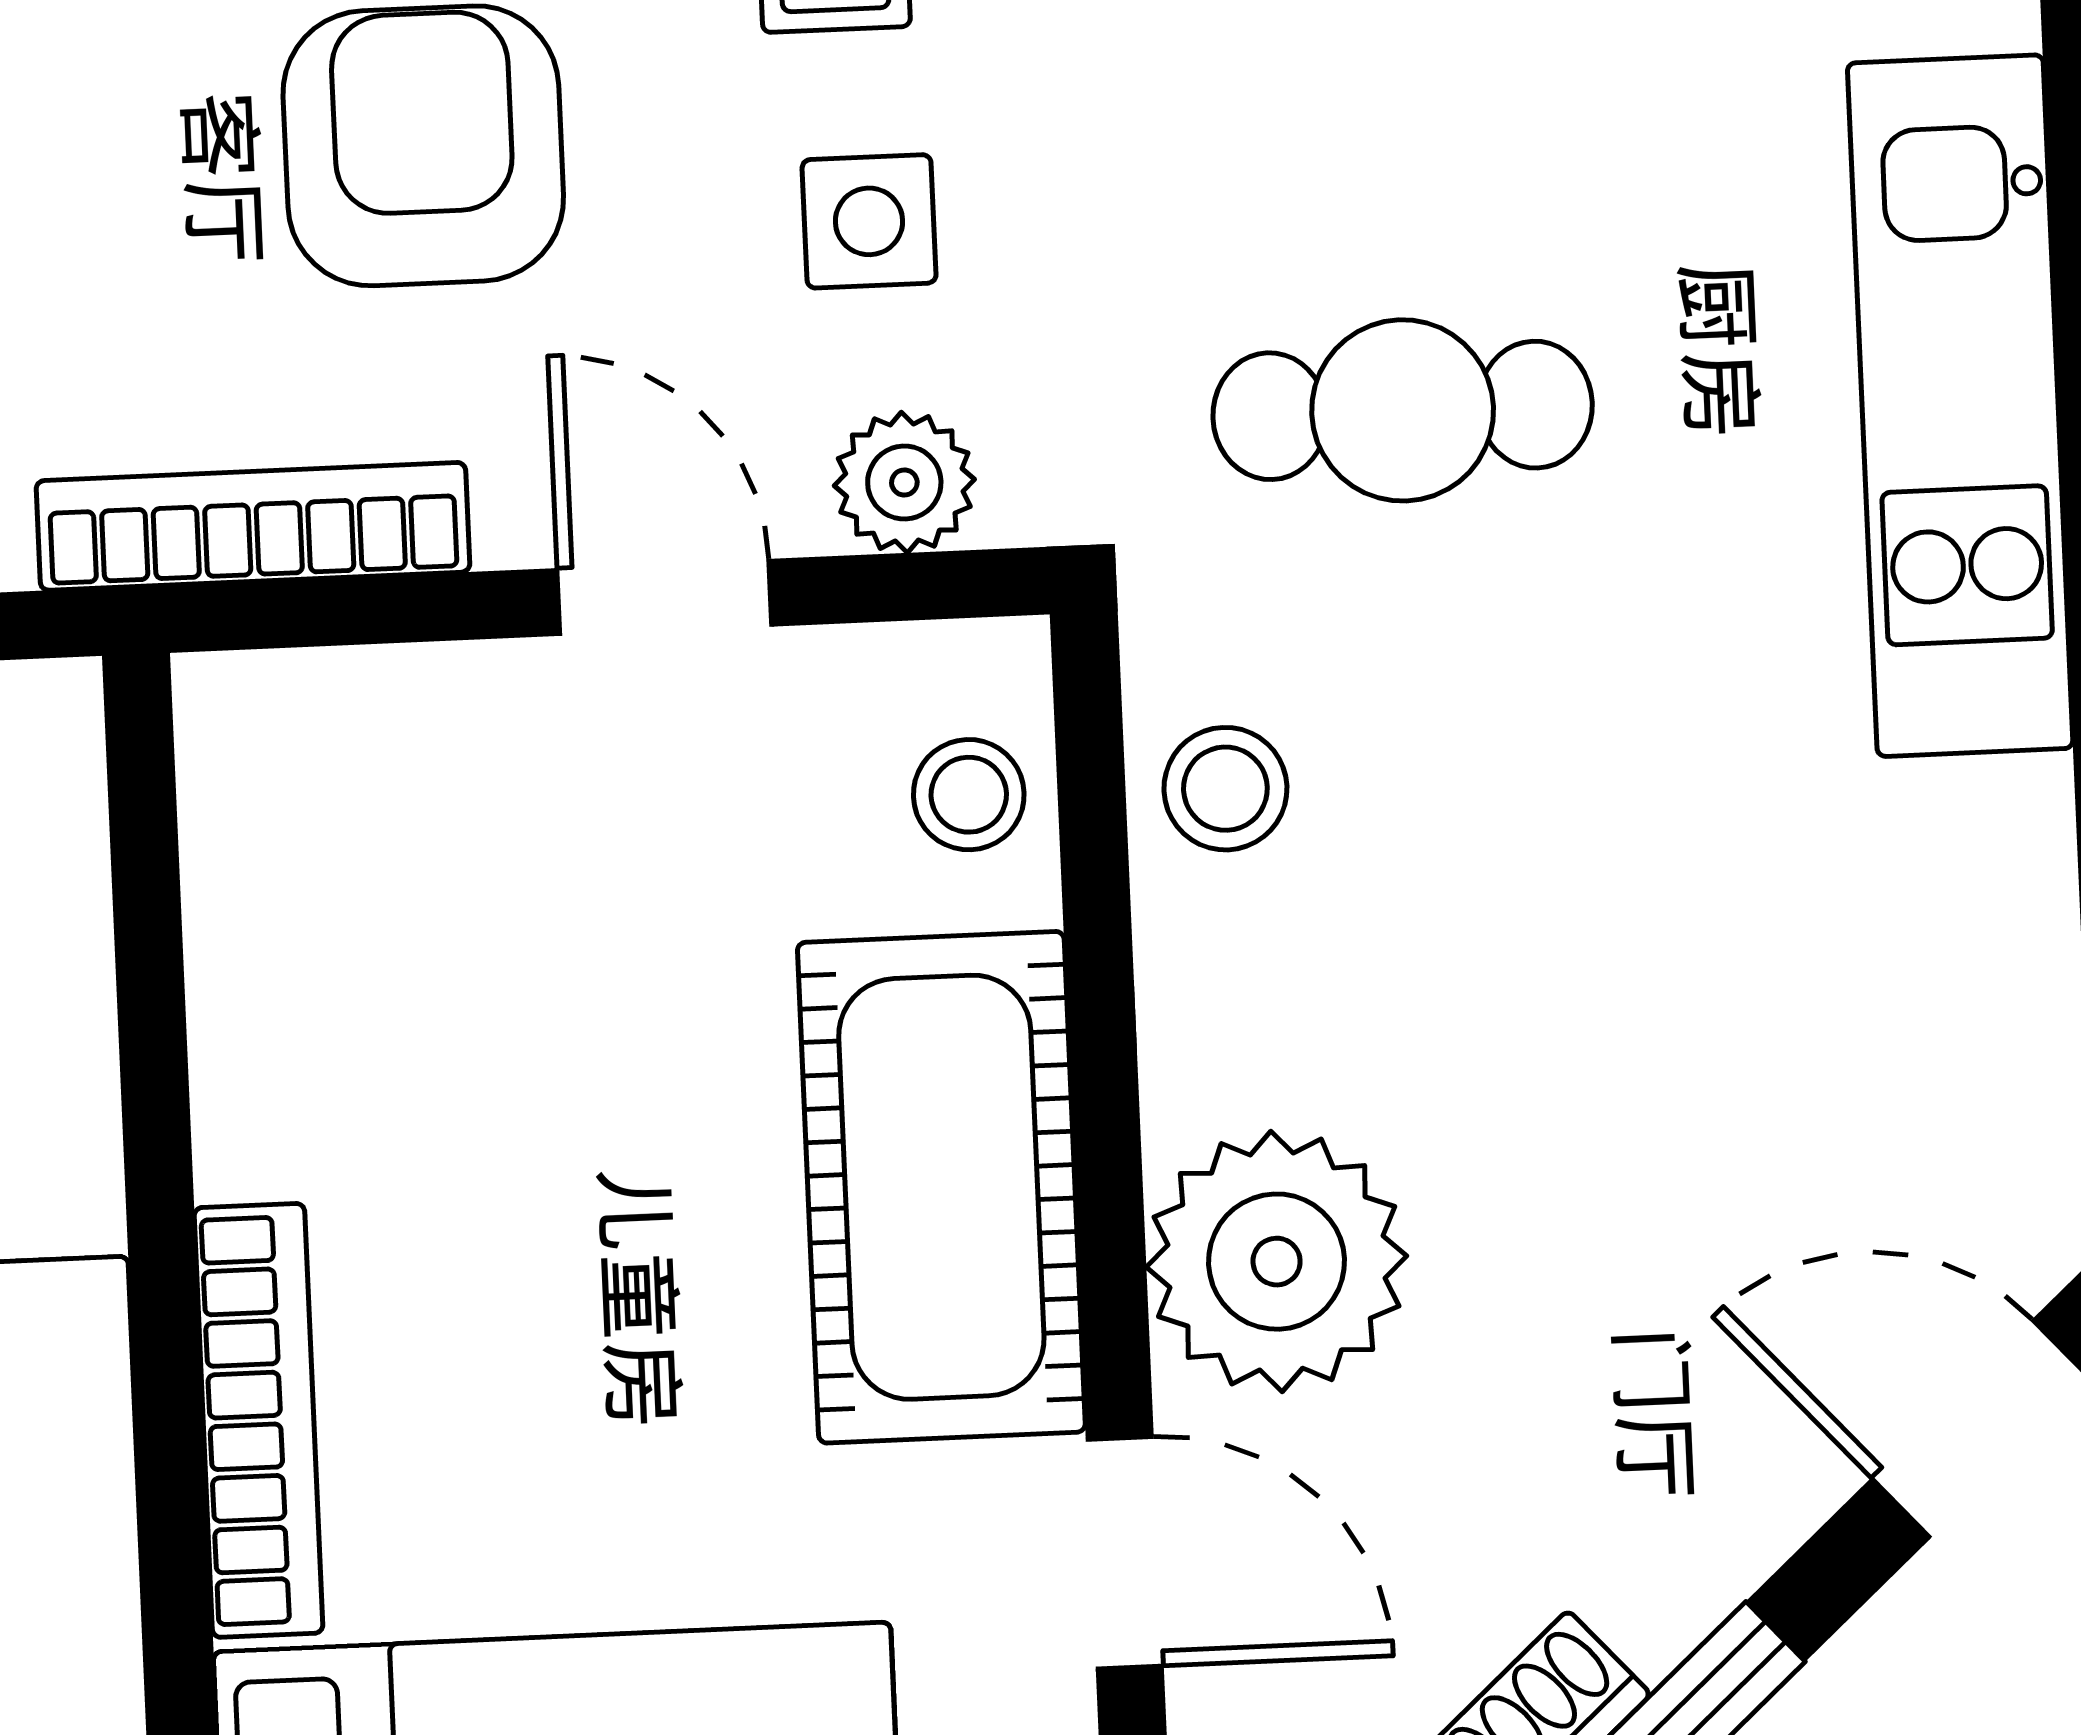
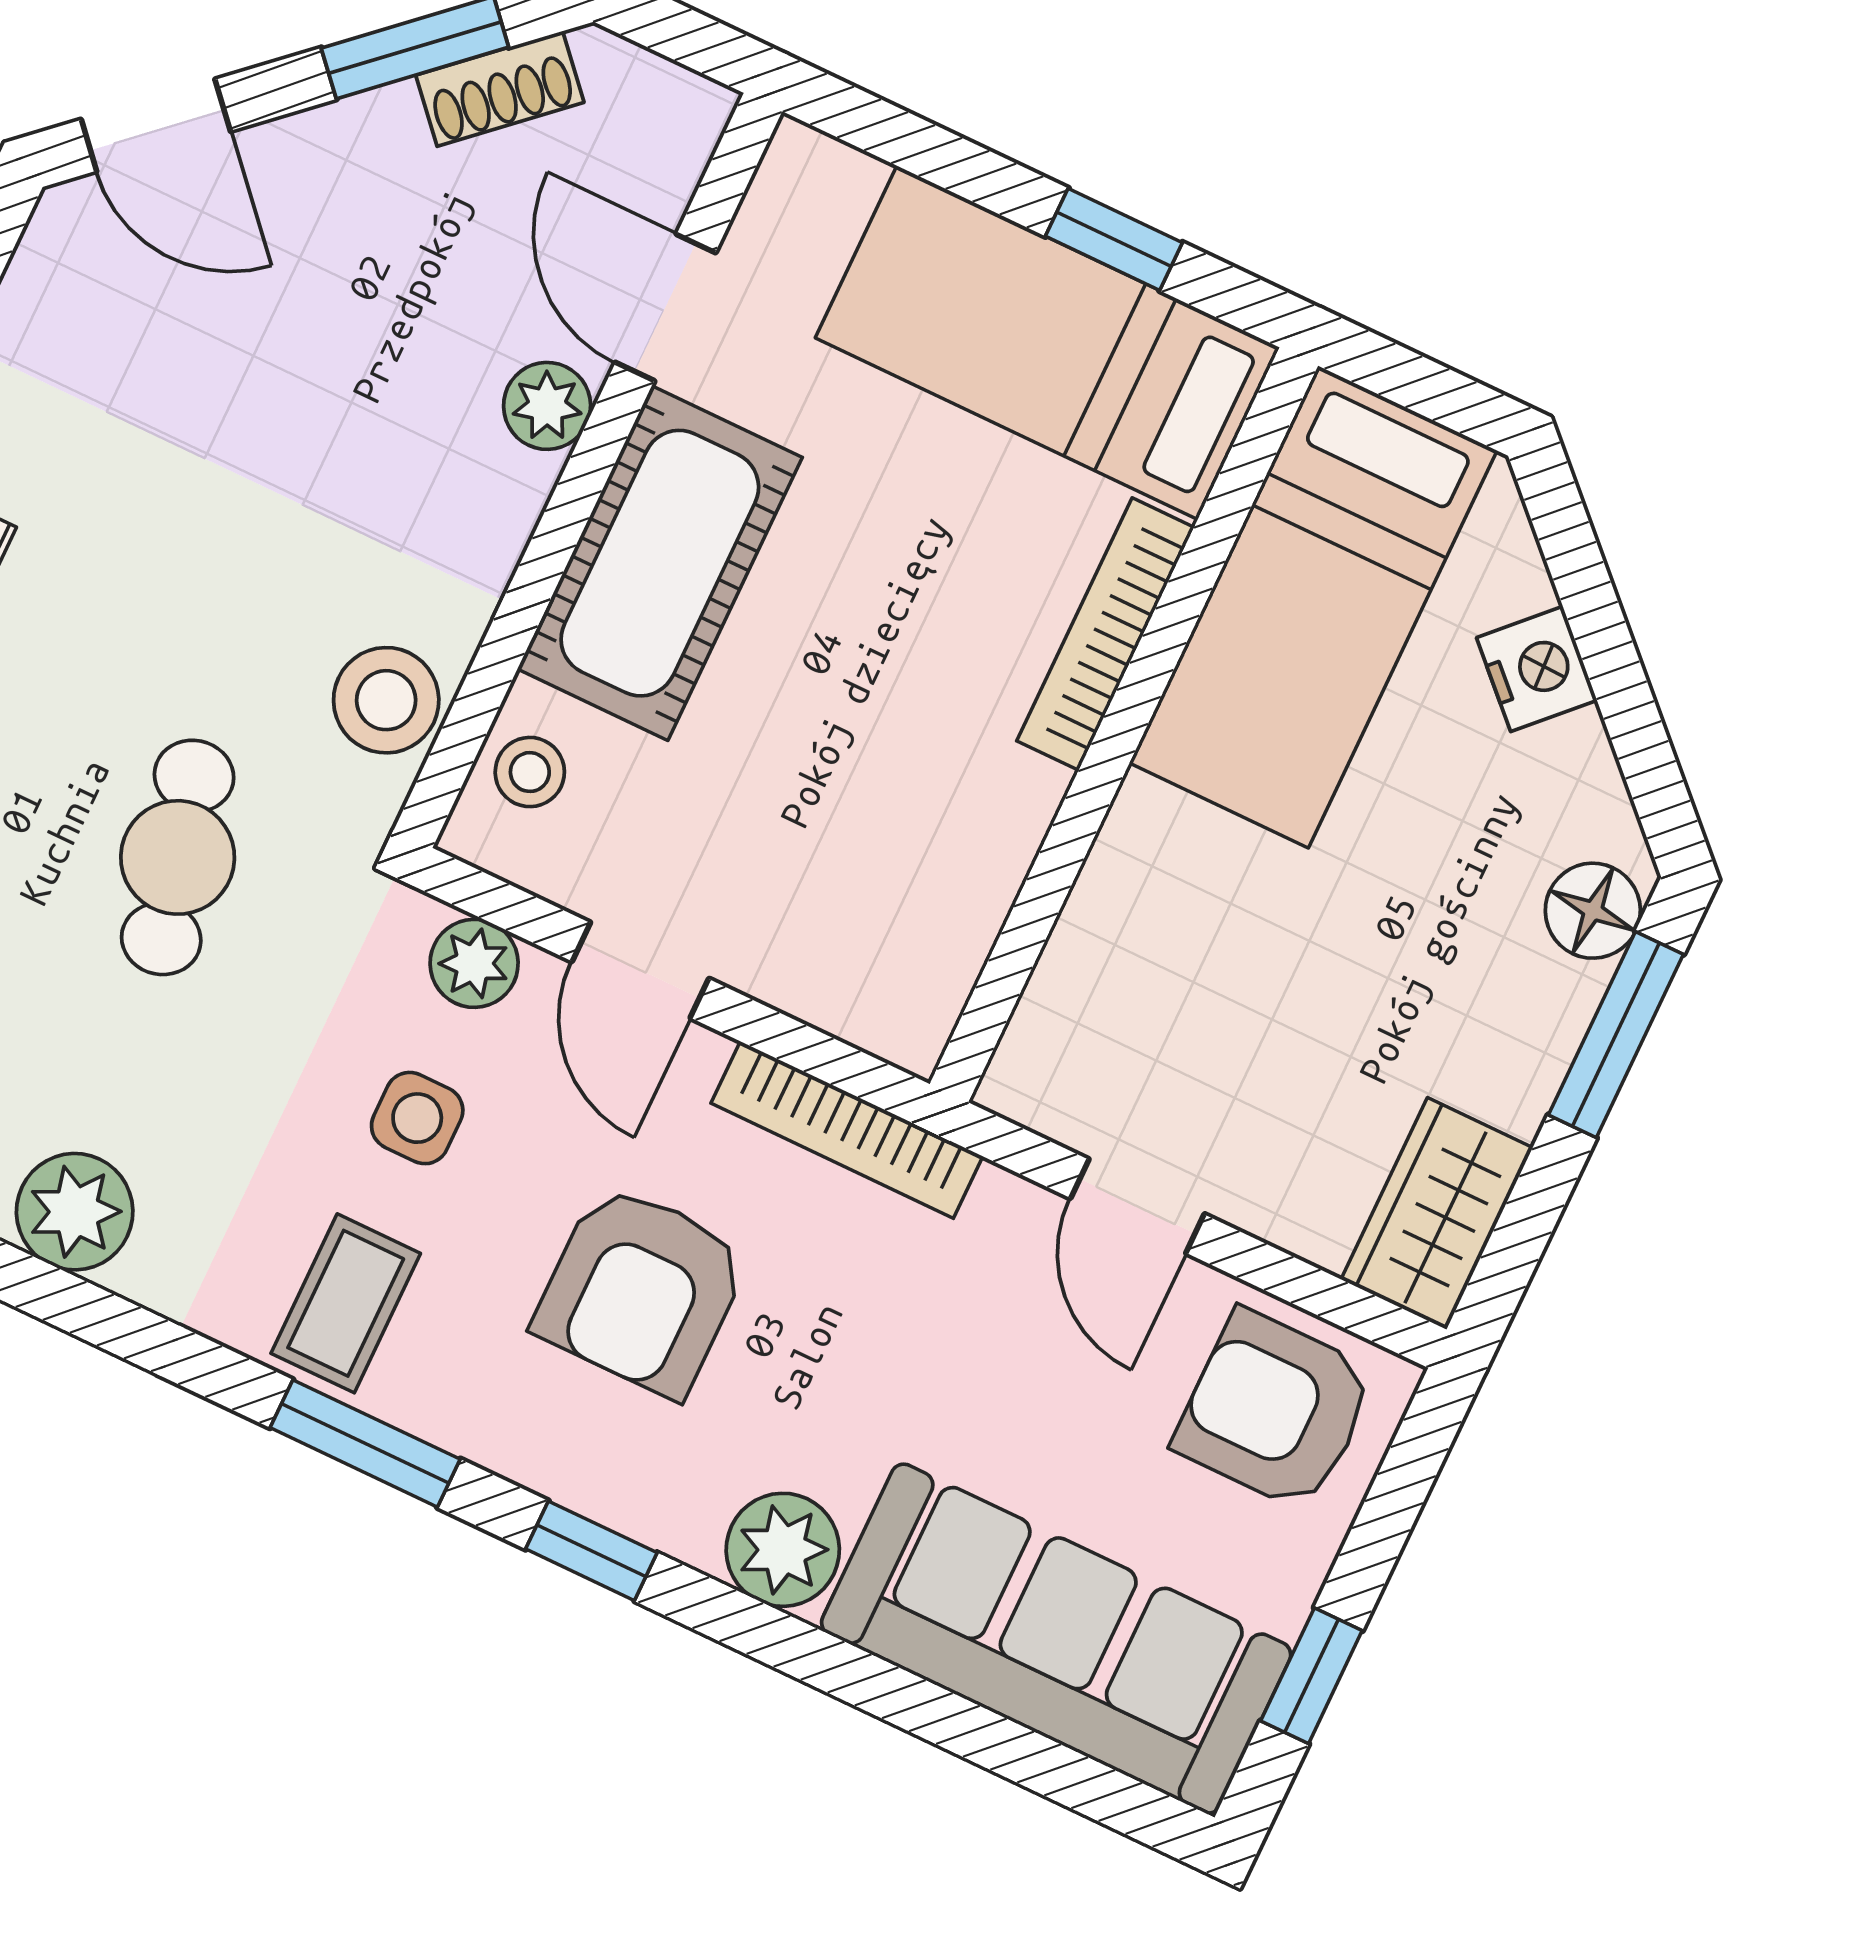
cafe table: (1403, 410) -> (178, 857), turned 76
stool: (1225, 789) -> (386, 700), width x1.37, depth x1.37
plant: (1277, 1262) -> (547, 406), width x0.53, depth x0.53

